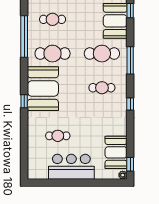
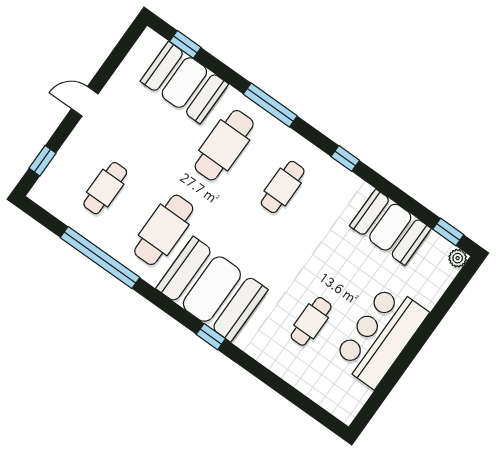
booth: (116, 152) -> (390, 227), moved

